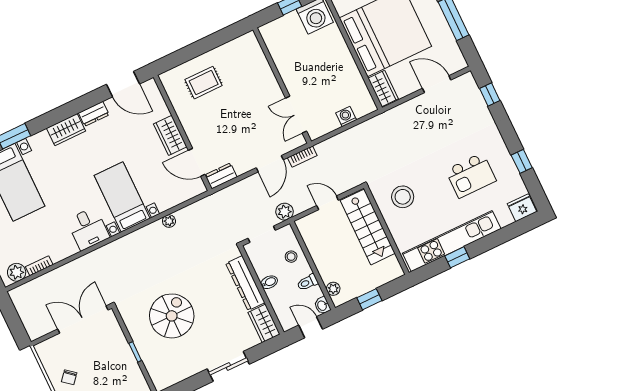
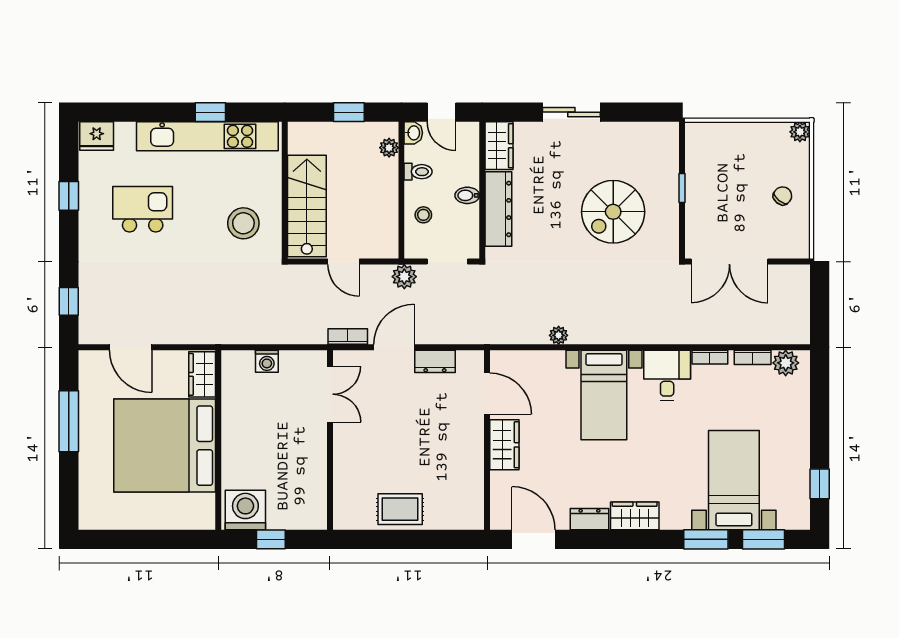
rug: (204, 83) -> (400, 509), moved
dresser: (221, 176) -> (435, 361), moved
bookcase: (66, 253) -> (710, 357), added

